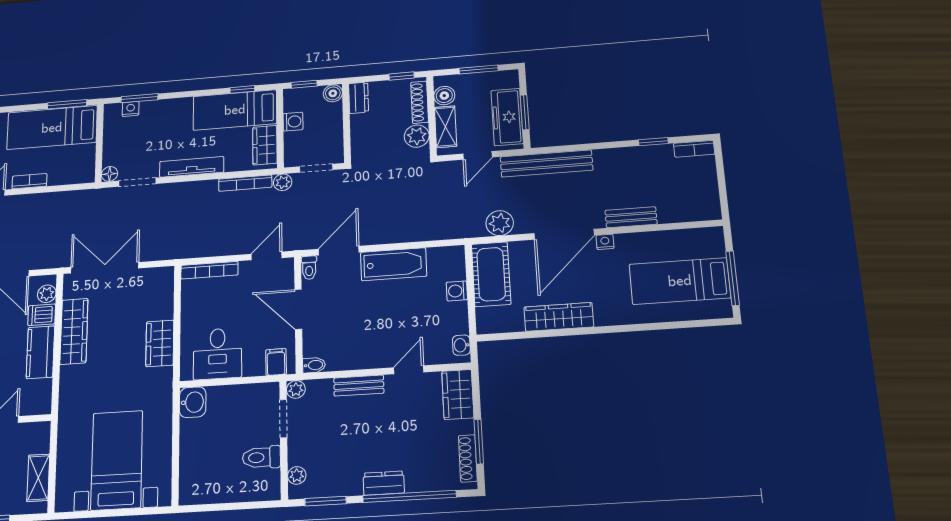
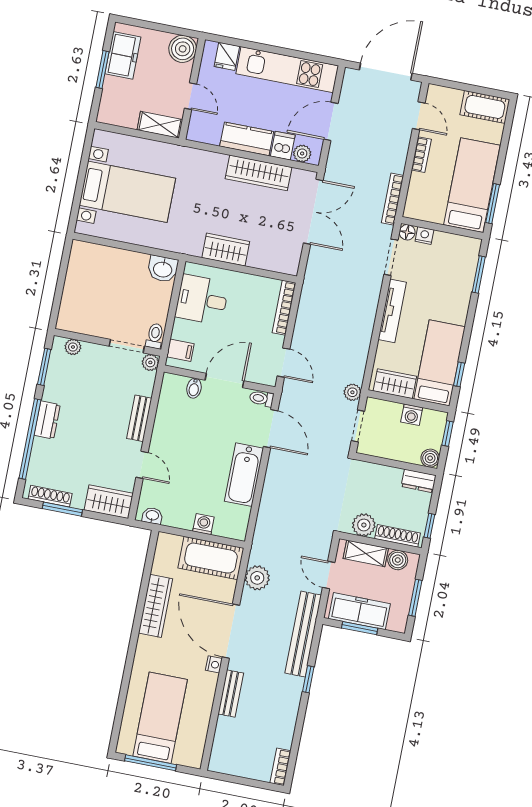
nightstand: (131, 109) -> (424, 235), moved, turned -90
window: (653, 142) -> (308, 679), moved
bookcase: (245, 183) -> (393, 199), moved
bidet: (314, 365) -> (194, 388), moved
toilet: (262, 457) -> (155, 336), moved, width x0.73, depth x0.72
shelving: (38, 478) -> (160, 125), moved

